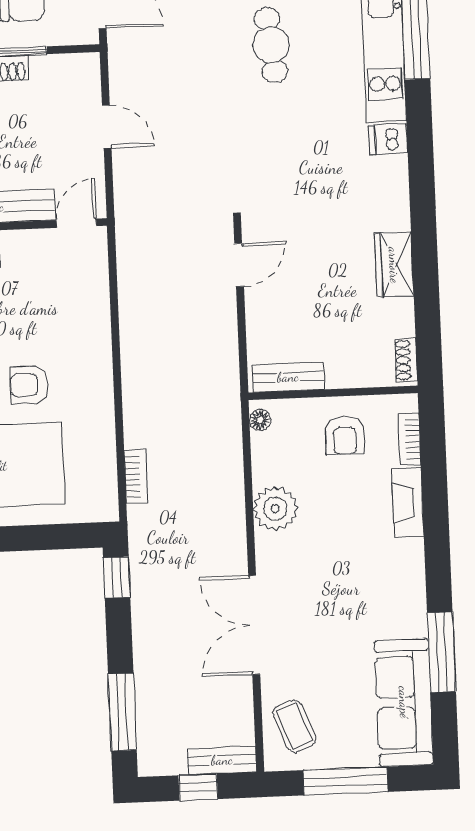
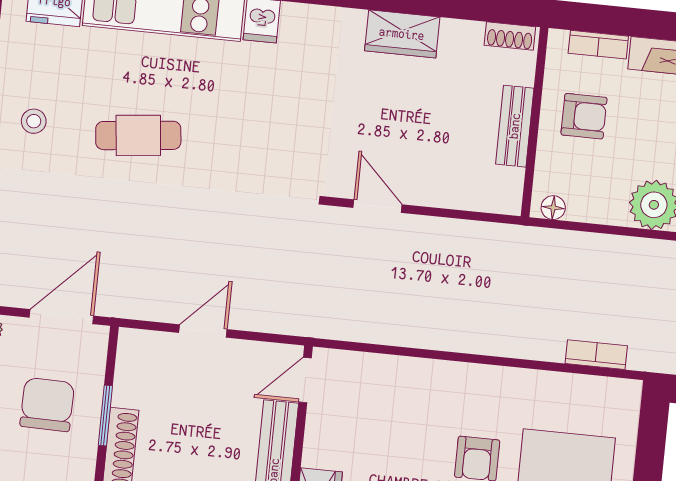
door: (76, 223) -> (305, 380), hinge flipped
bench: (288, 377) -> (515, 126), moved

